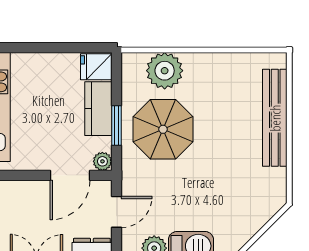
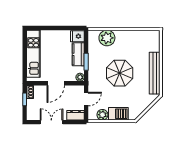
bench: (275, 118) -> (155, 73), moved
parasol: (163, 129) -> (120, 73), moved
door: (70, 175) -> (56, 83), moved

